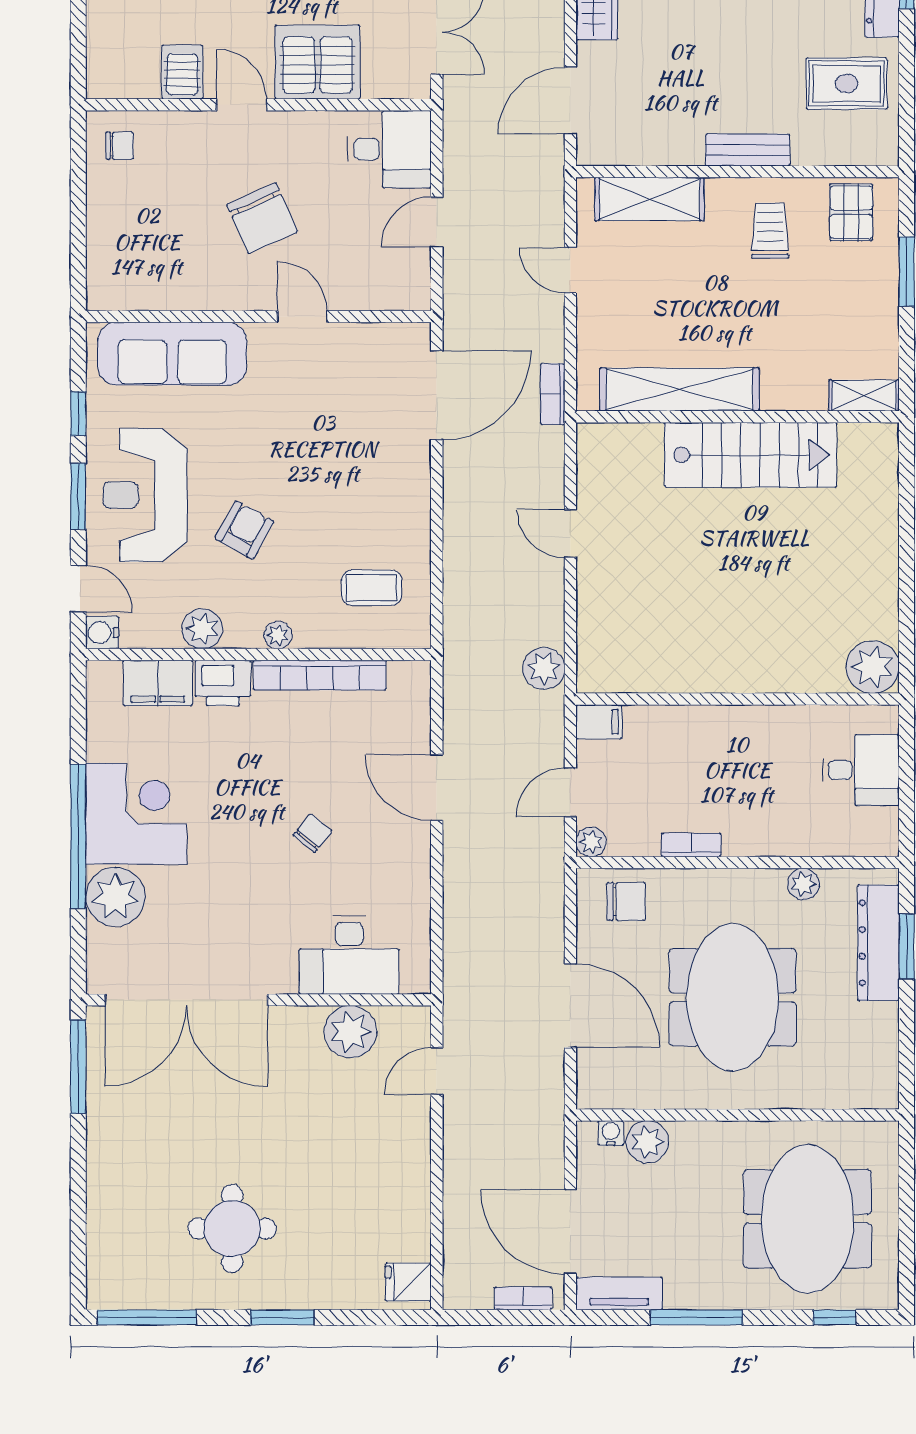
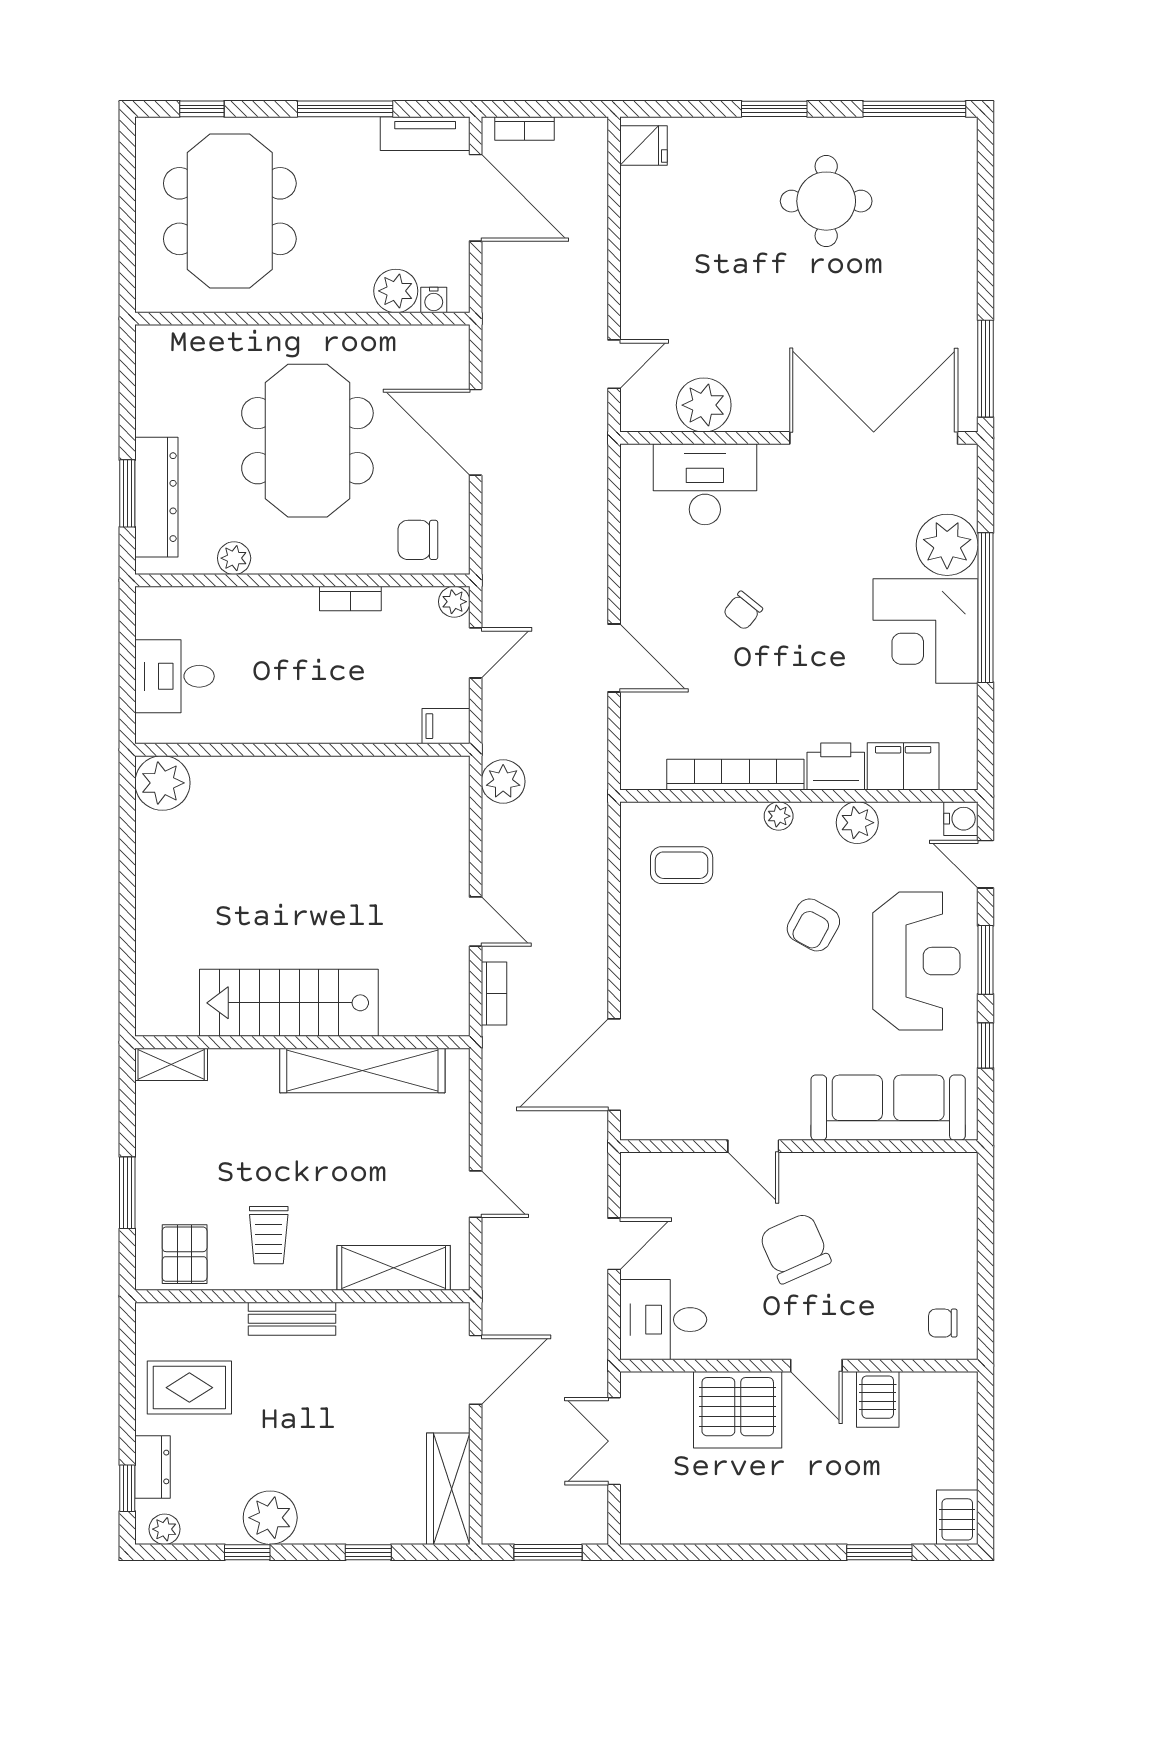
bookcase: (553, 394) -> (494, 993), moved

